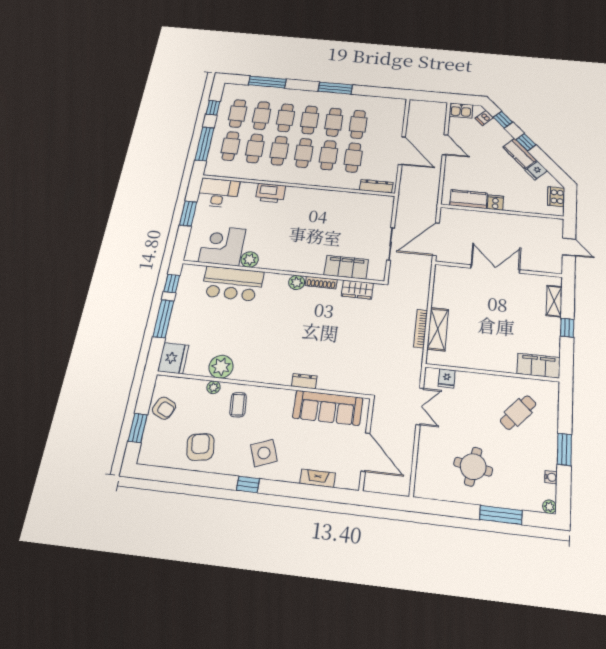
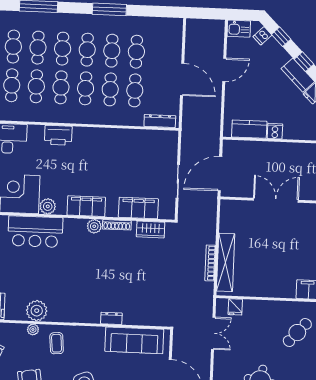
door: (445, 145) -> (224, 70), hinge flipped
filing cabinet: (291, 262) -> (86, 206), added
shelving: (438, 329) -> (226, 262), width x1.47

